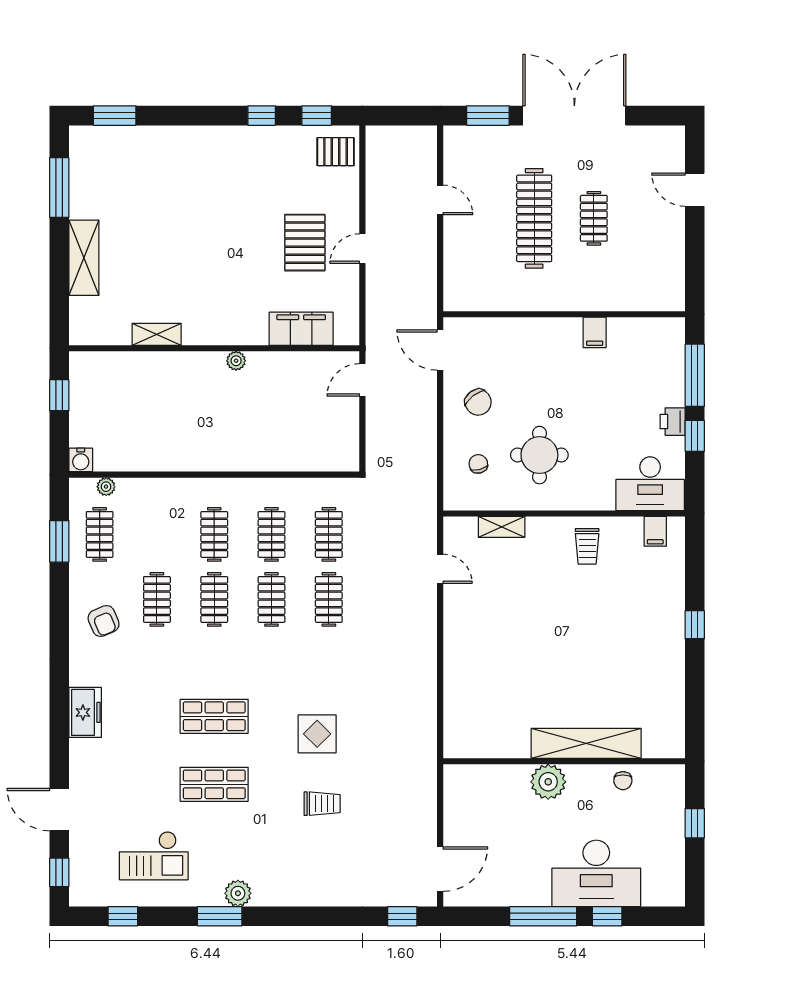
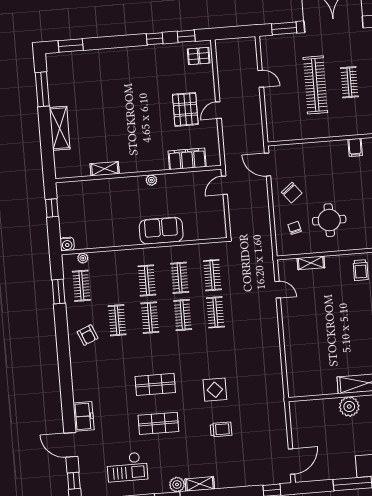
sofa: (246, 450) -> (161, 231), added
freezer: (85, 712) -> (84, 416), moved
shelving: (278, 895) -> (200, 484), added

